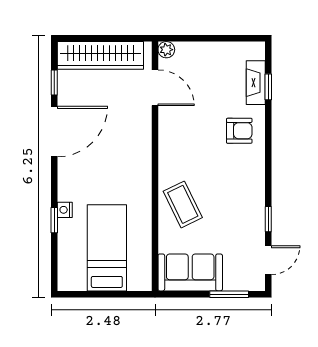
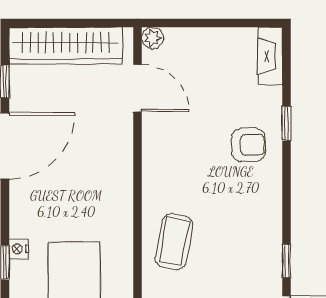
fireplace: (256, 83) -> (270, 56), moved
window: (268, 87) -> (286, 123), moved
coffee table: (183, 204) -> (174, 242), turned 37

